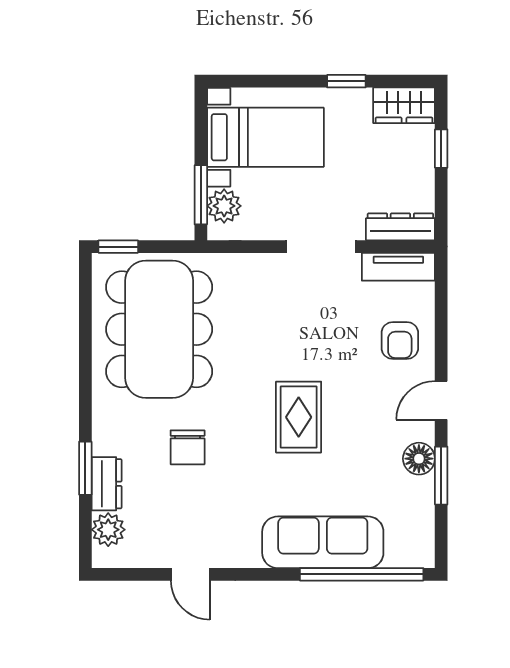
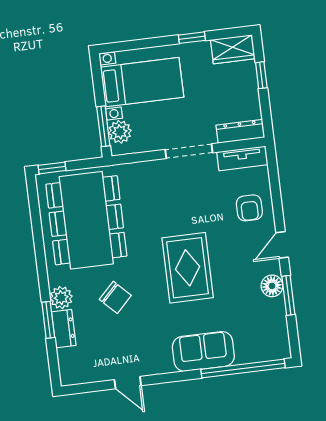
rug: (299, 417) -> (188, 268), width x1.36, depth x1.43
chair: (188, 447) -> (115, 297), turned -45
plant: (108, 530) -> (61, 298), moved
sofa: (323, 542) -> (203, 351), width x0.73

